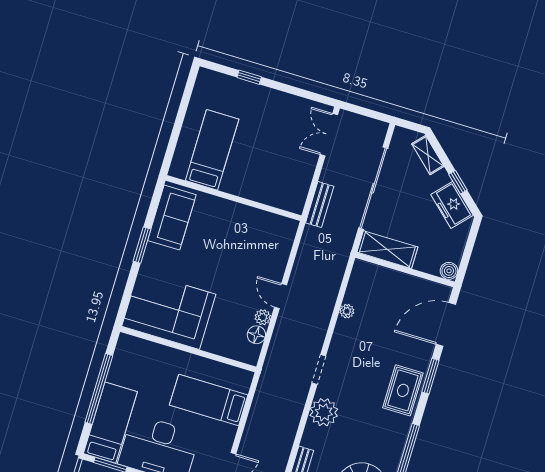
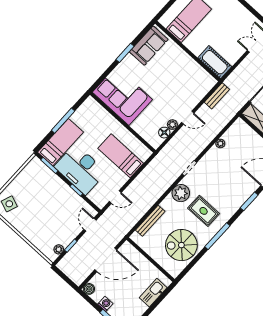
cot: (281, 195) -> (215, 62), added
bench: (320, 205) -> (217, 96), moved
door: (280, 296) -> (188, 118), swing flipped
window: (99, 389) -> (63, 121), width x0.68
rug: (403, 390) -> (204, 211), moved, turned 90

